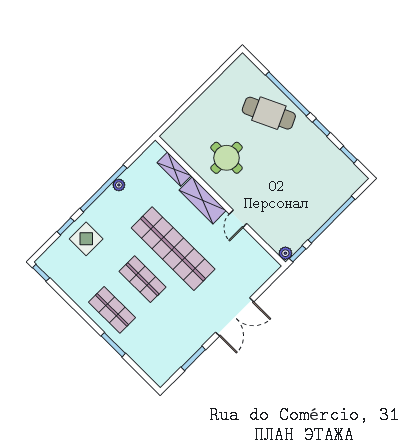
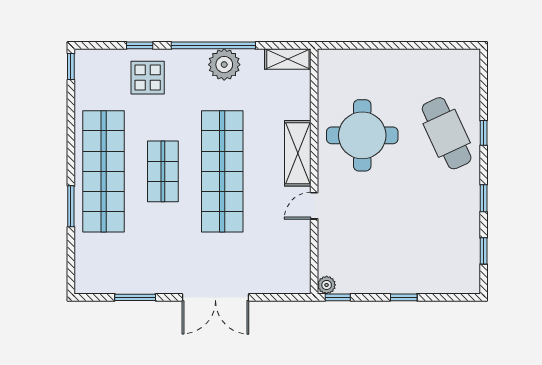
window: (288, 94) -> (484, 133), width x0.32
round table: (227, 158) -> (362, 135), width x1.36, depth x1.36
shelving: (174, 169) -> (288, 59), moved, turned 90
plant: (119, 185) -> (224, 65), width x1.87, depth x1.87
window: (332, 220) -> (404, 297), width x0.32
shop shelf: (112, 310) -> (104, 171), width x2.00, depth x1.36

